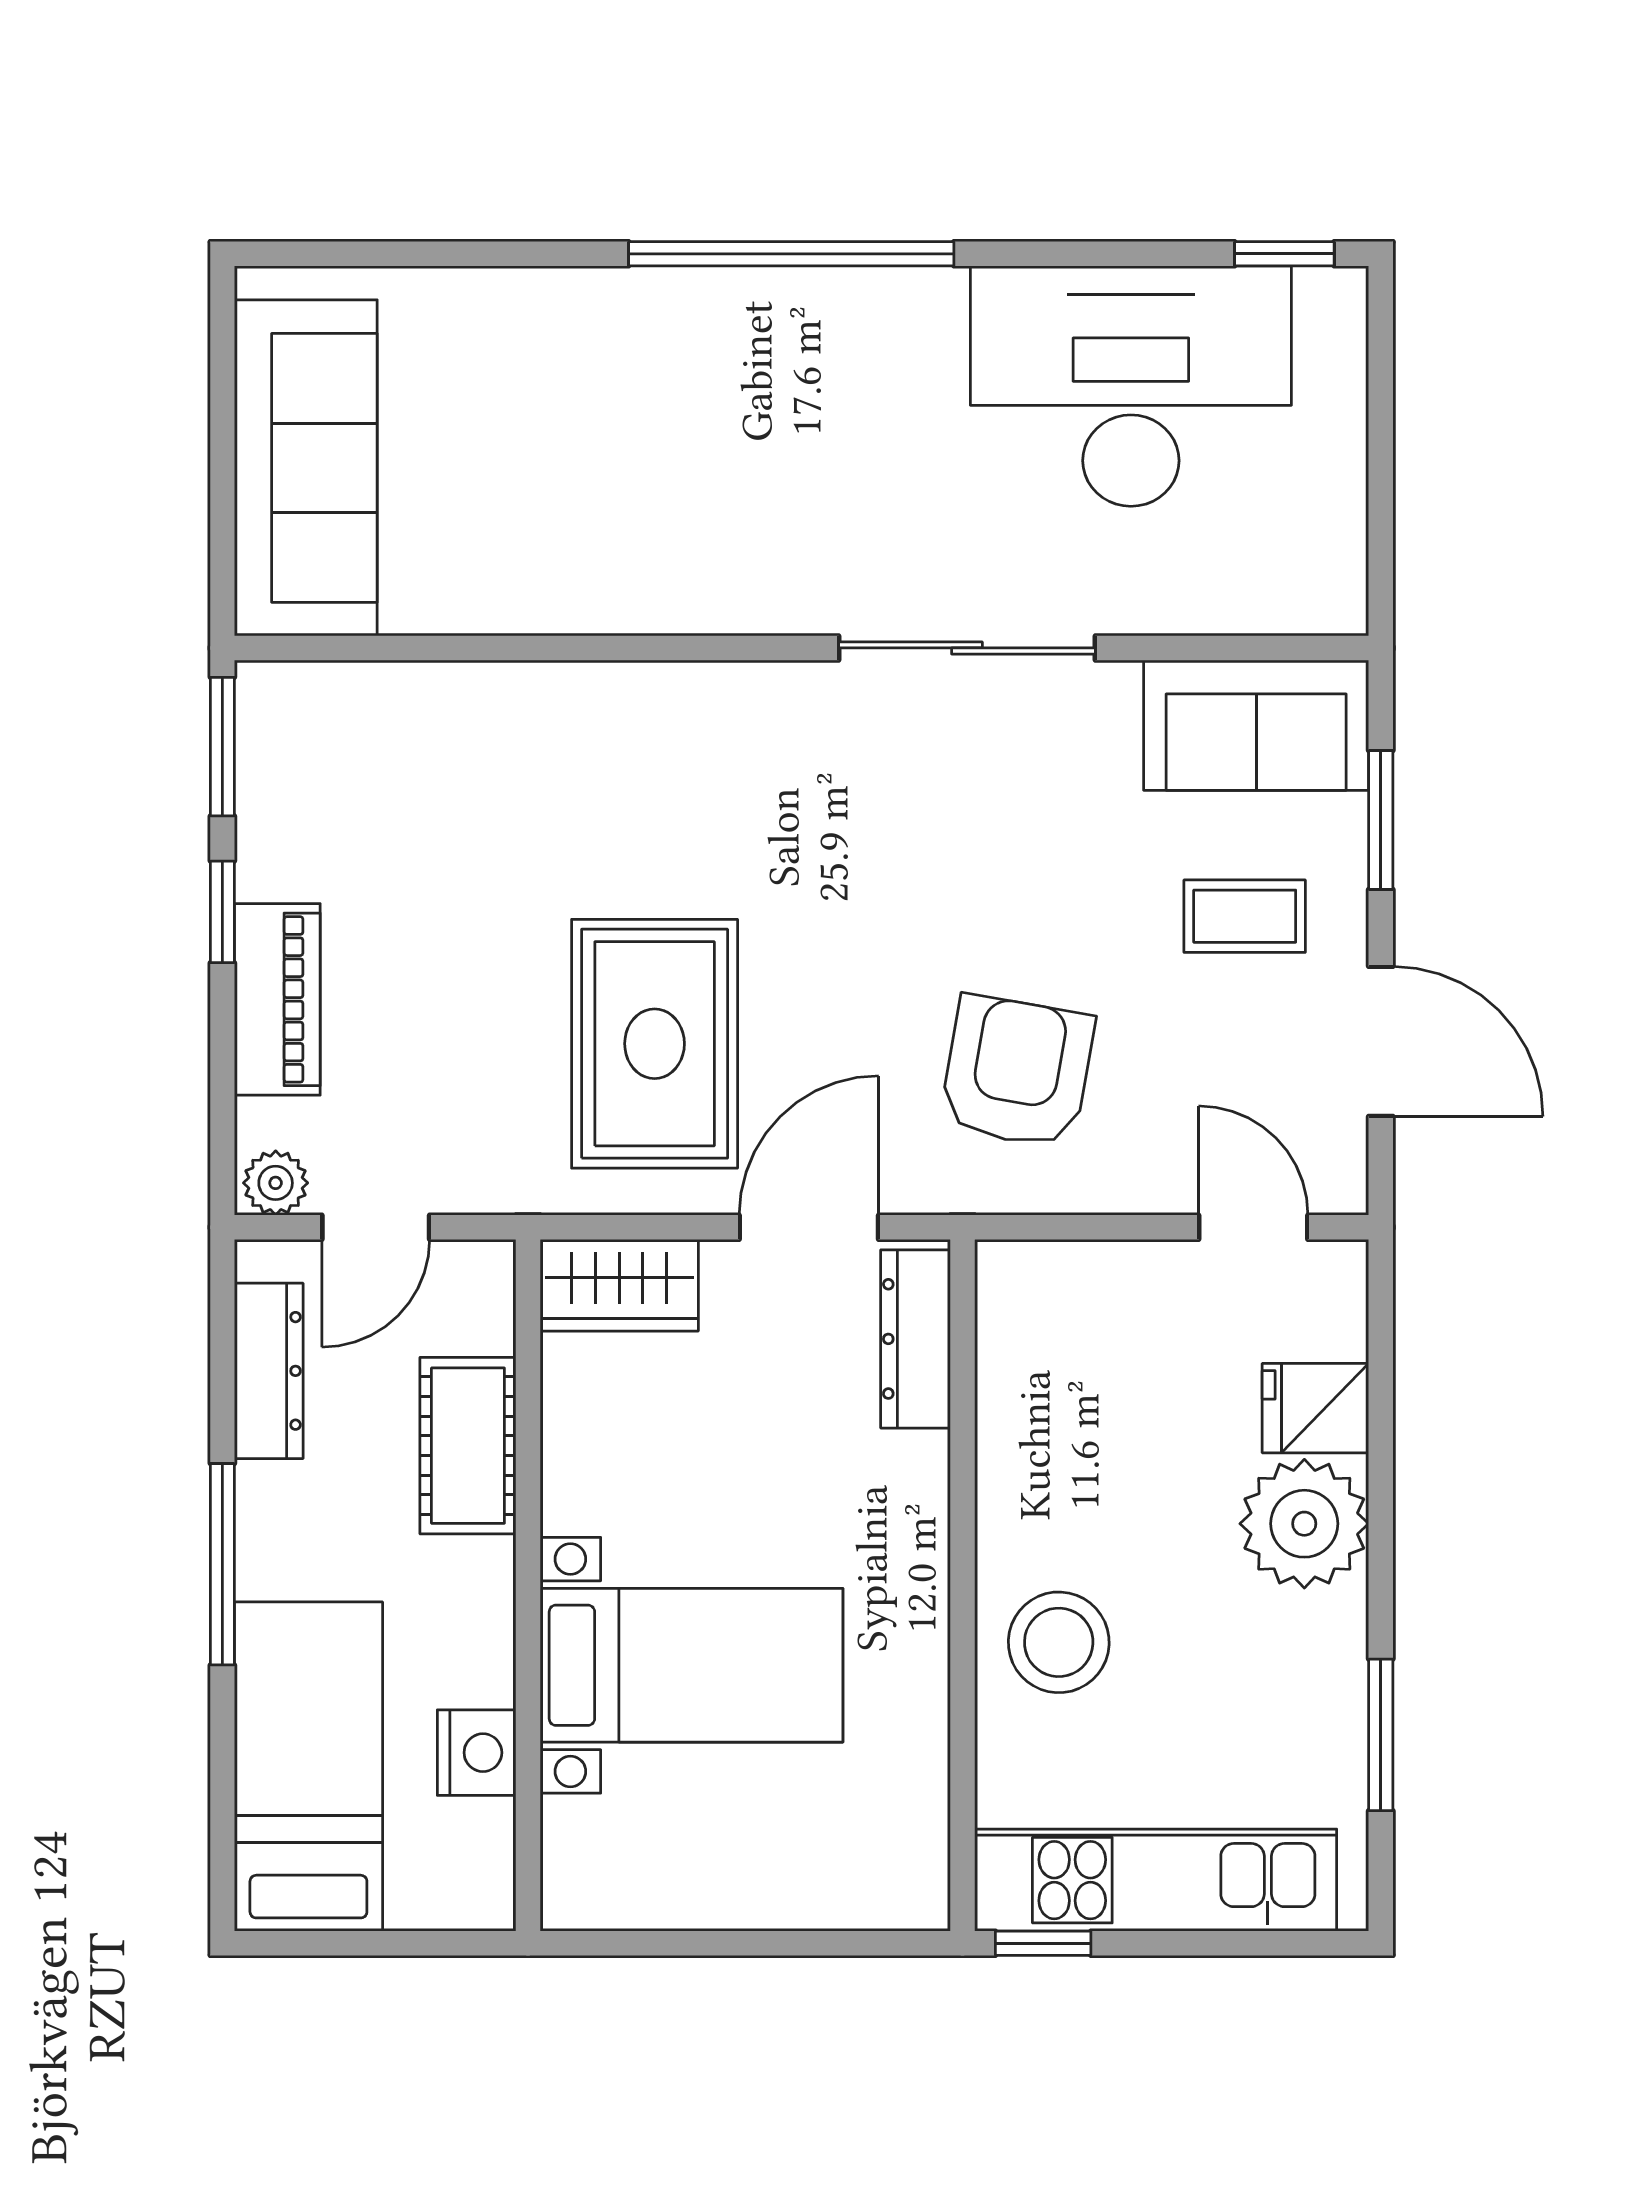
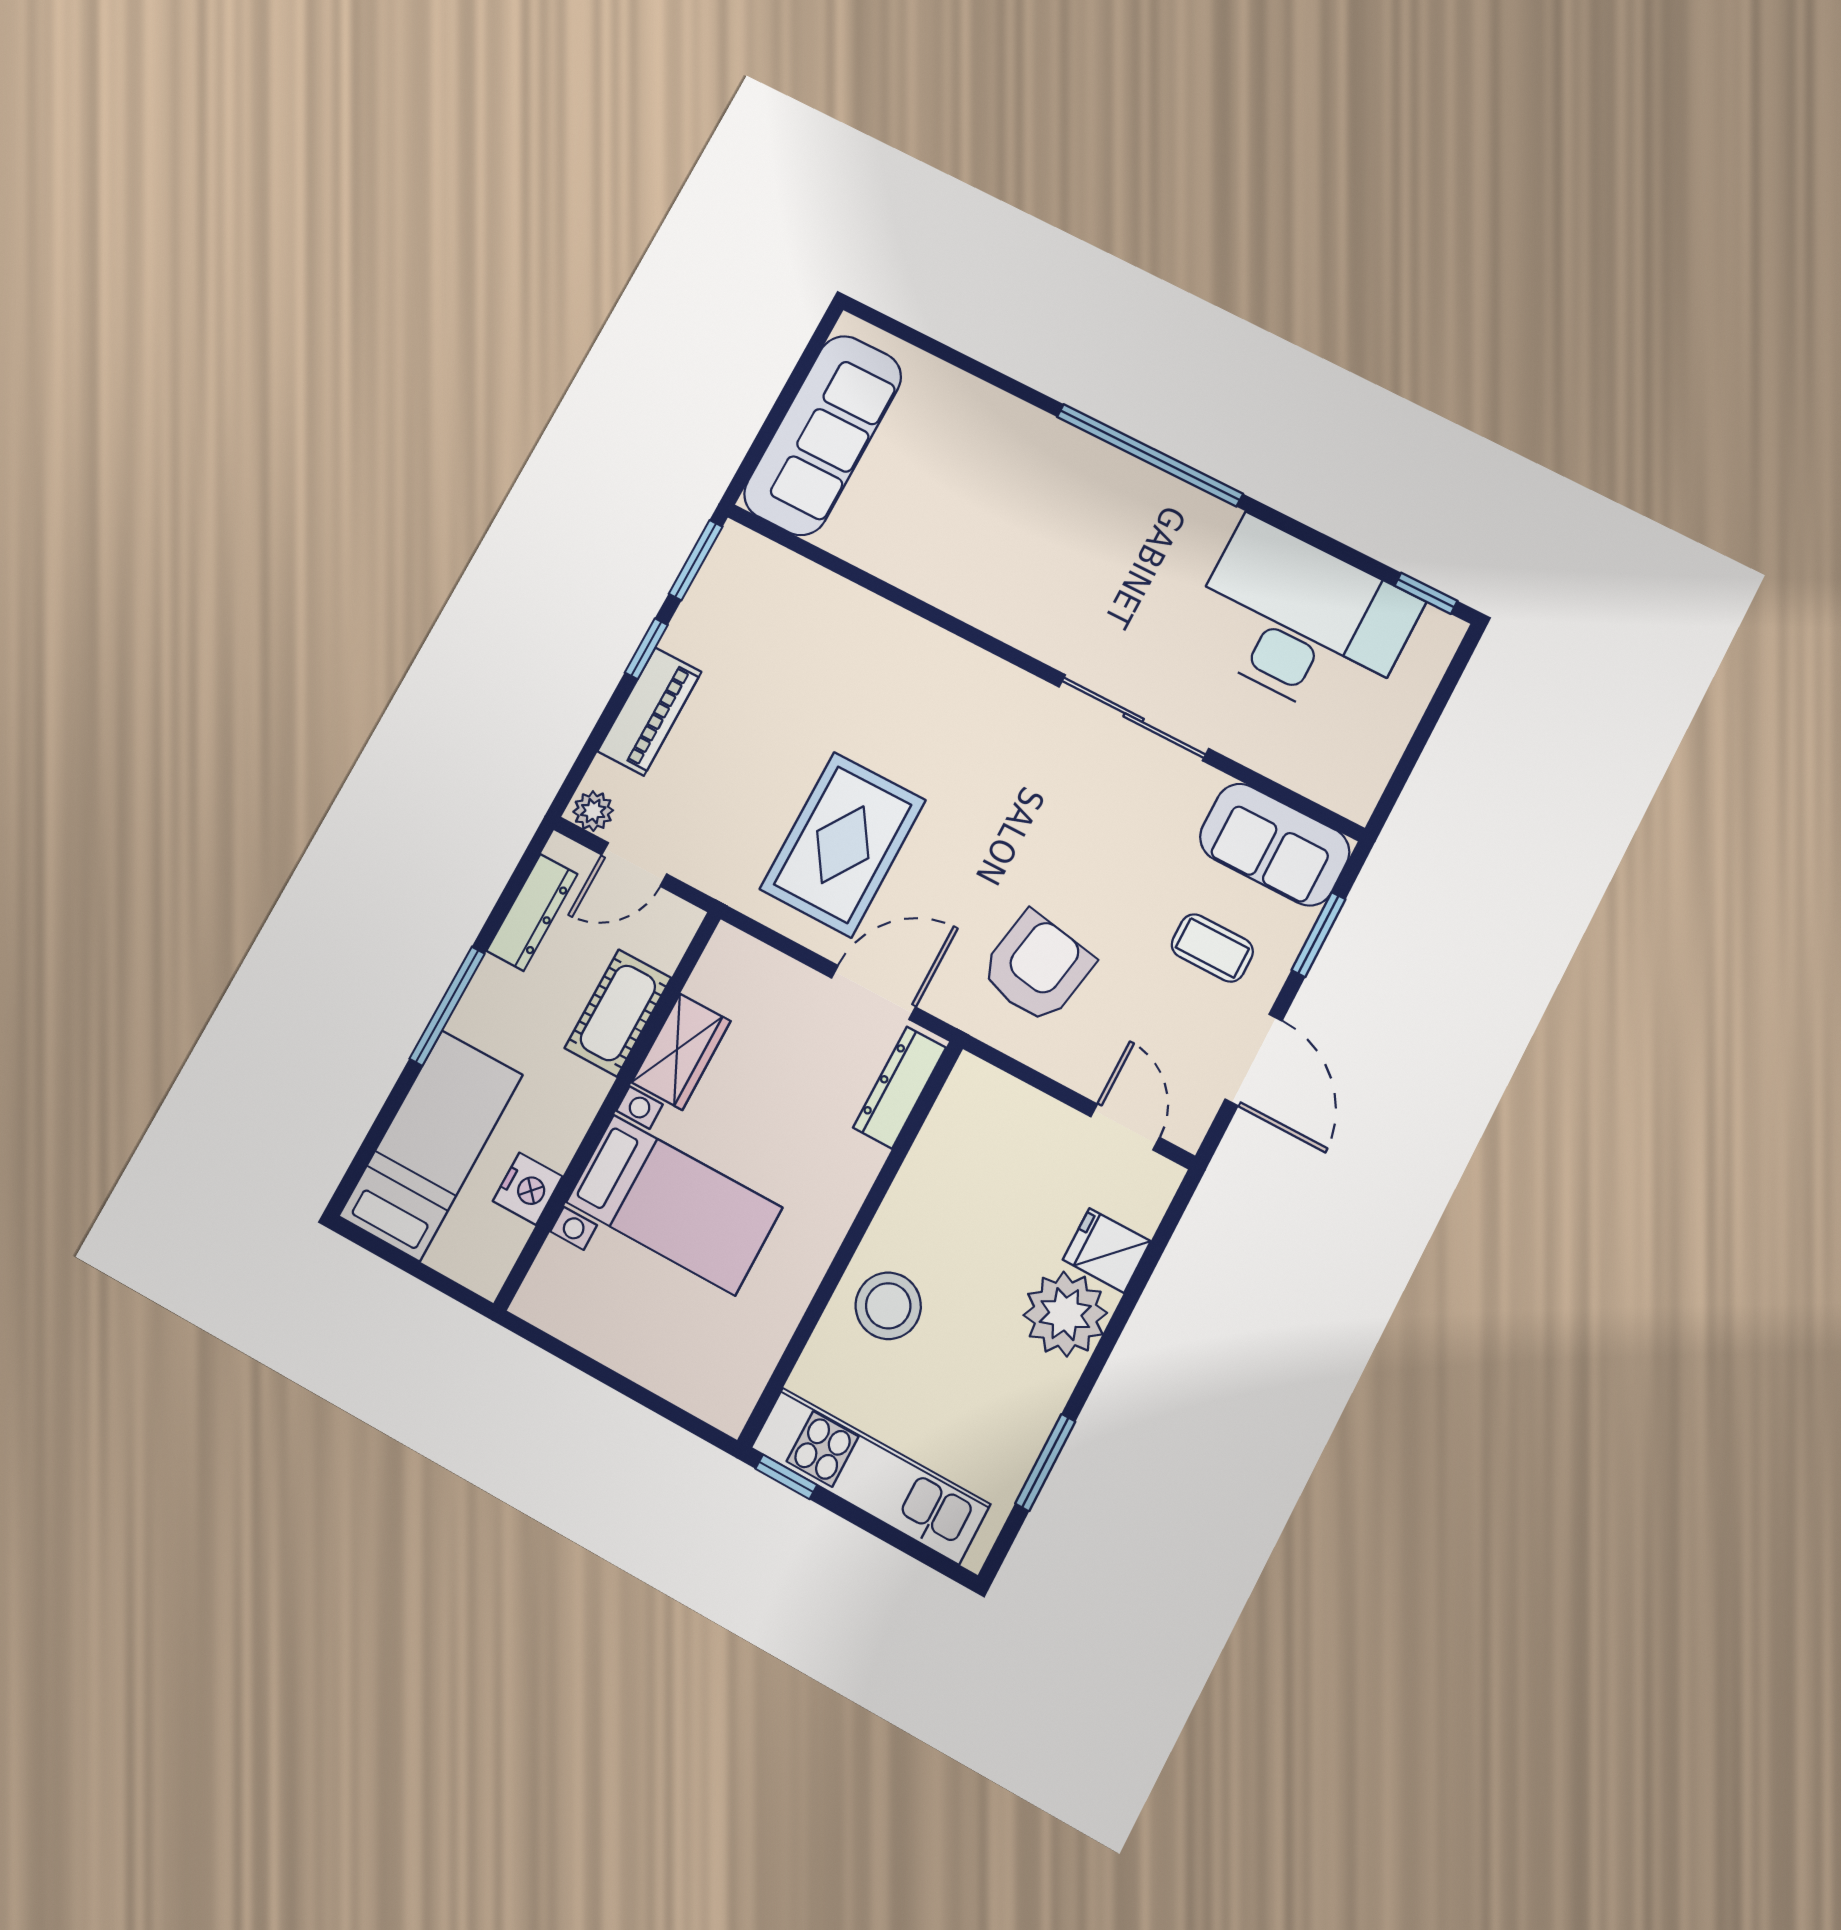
wardrobe: (619, 1285) -> (681, 1052), moved, turned -90

